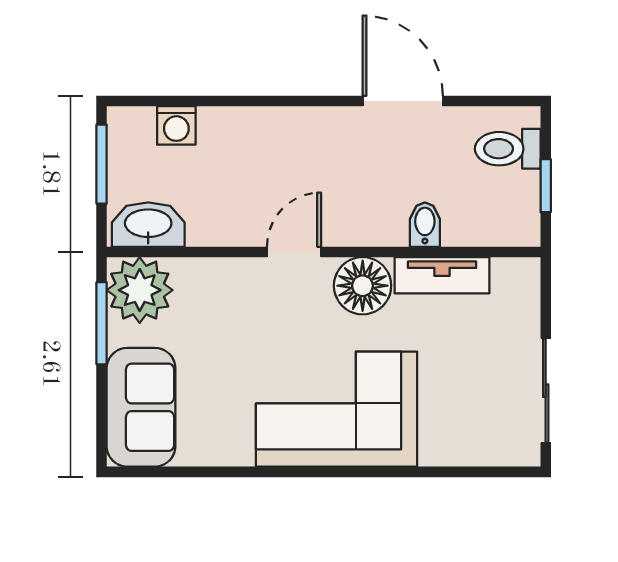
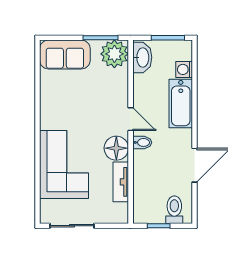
bathtub: (257, 133) -> (181, 103), added
bidet: (425, 225) -> (142, 142), moved
corner sofa: (337, 409) -> (64, 165), moved

